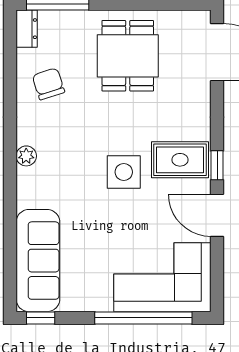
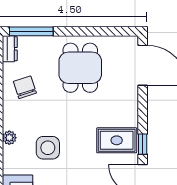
side table: (124, 172) -> (48, 148), moved

